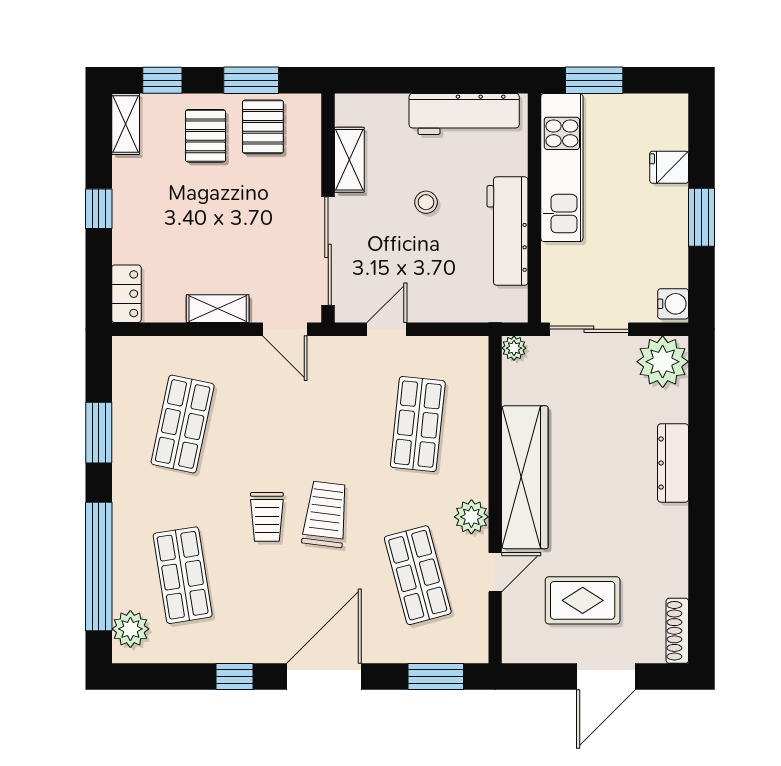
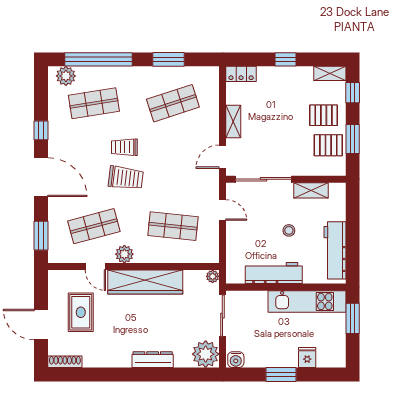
shop shelf: (183, 424) -> (173, 103), turned -30

